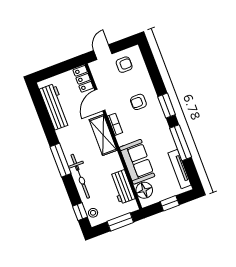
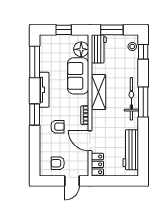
door: (100, 100) -> (90, 141), swing flipped
shelving: (103, 135) -> (99, 92), moved
window: (181, 143) -> (35, 62), moved
tv unit: (179, 169) -> (44, 90), moved
bicycle: (80, 176) -> (131, 99), moved
workbench: (122, 187) -> (99, 49), moved

